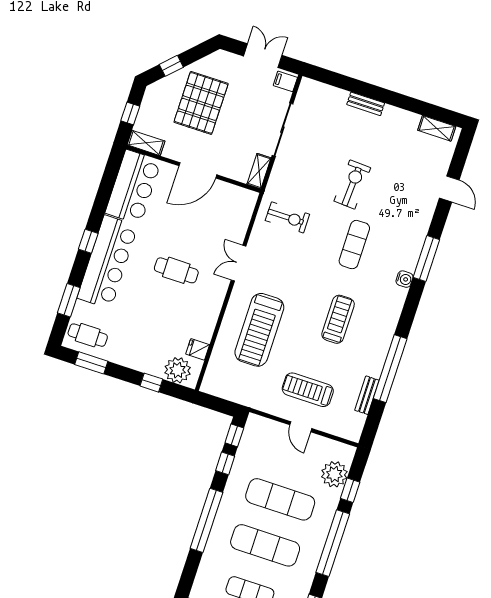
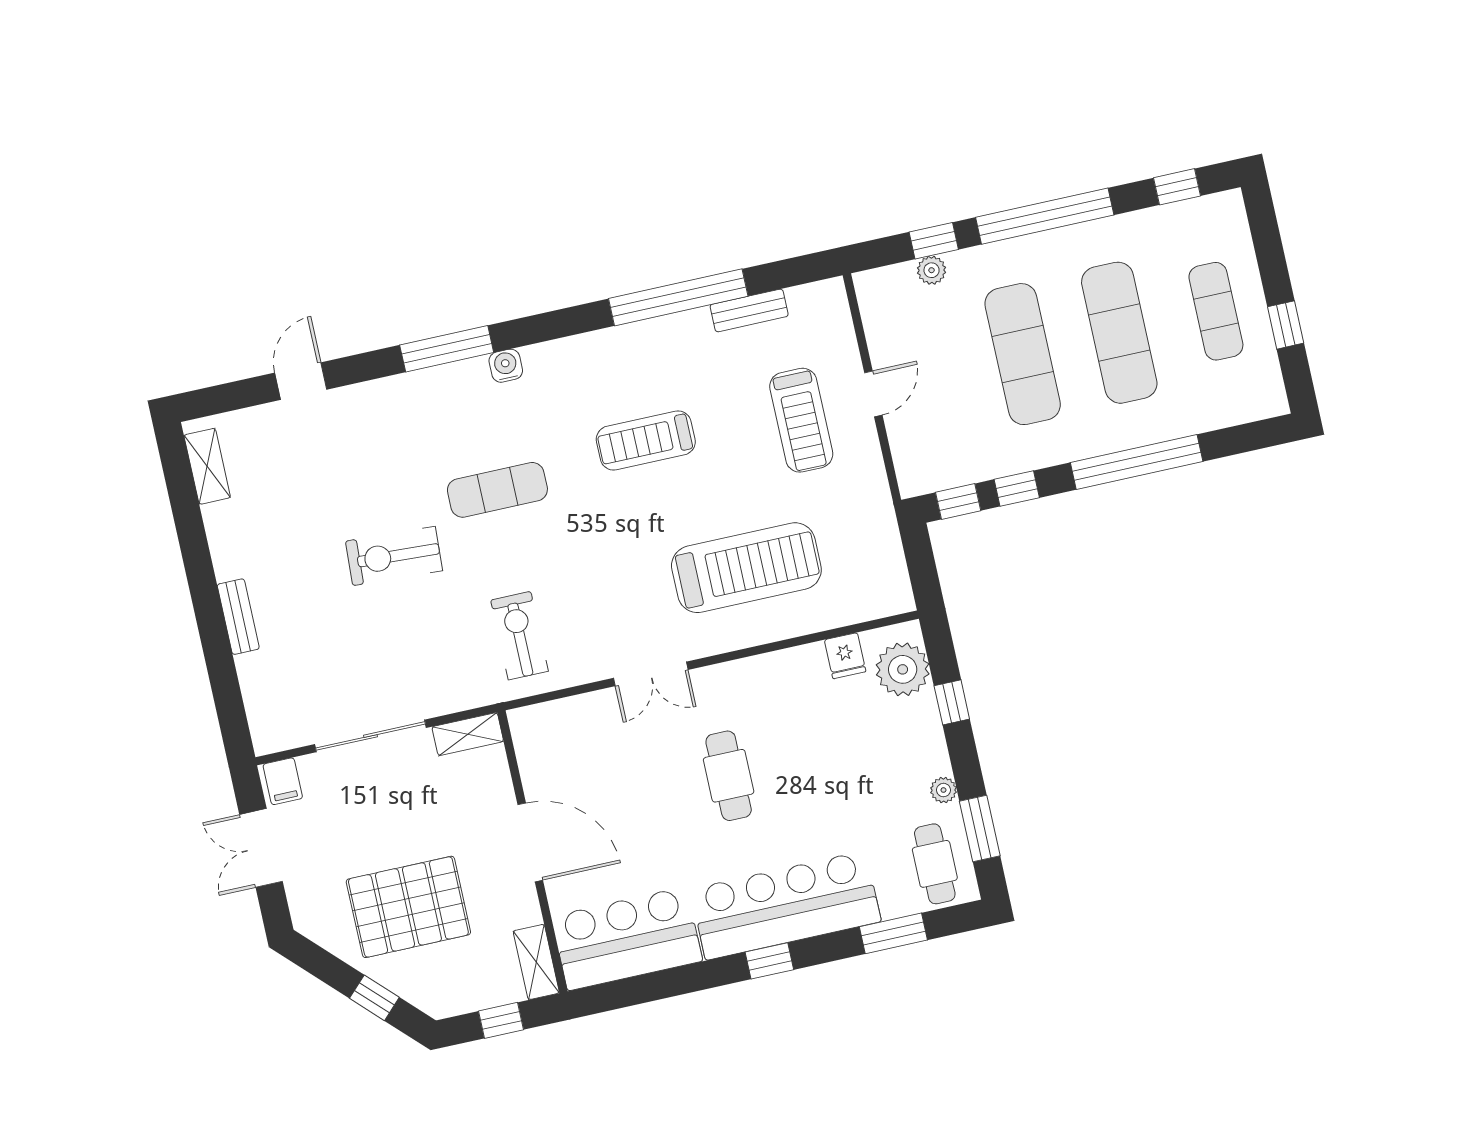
plant: (117, 357) -> (943, 790), added
plant: (334, 474) -> (932, 270), width x0.53, depth x0.53

